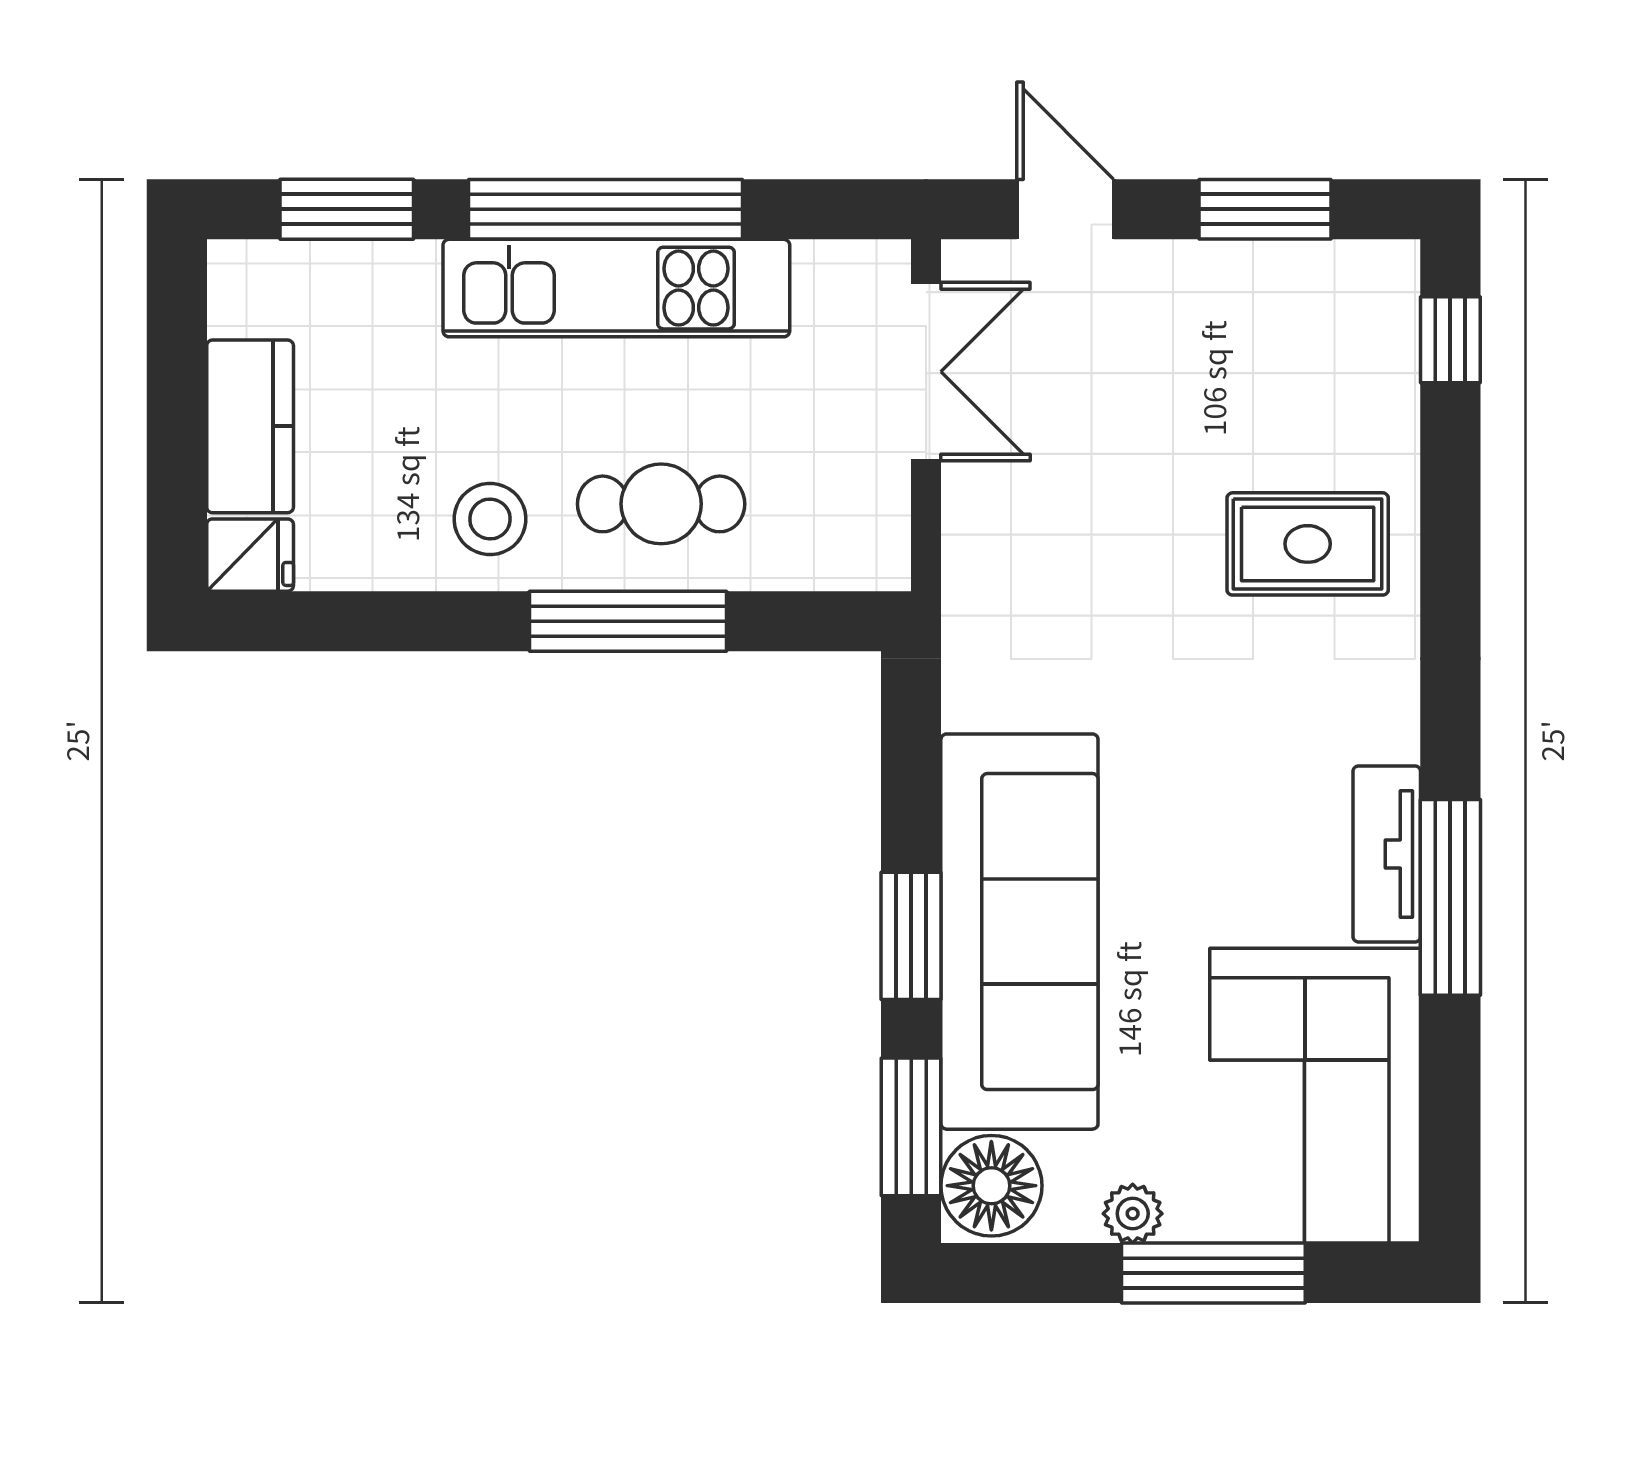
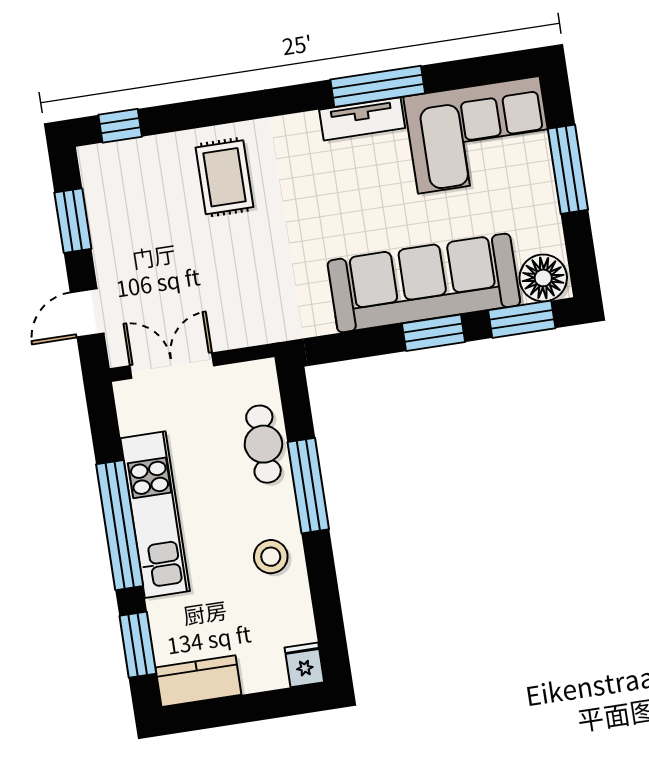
kitchen counter: (250, 426) -> (198, 681), moved
cafe table: (661, 504) -> (263, 444), moved
plant: (1133, 1214) -> (546, 211), removed

